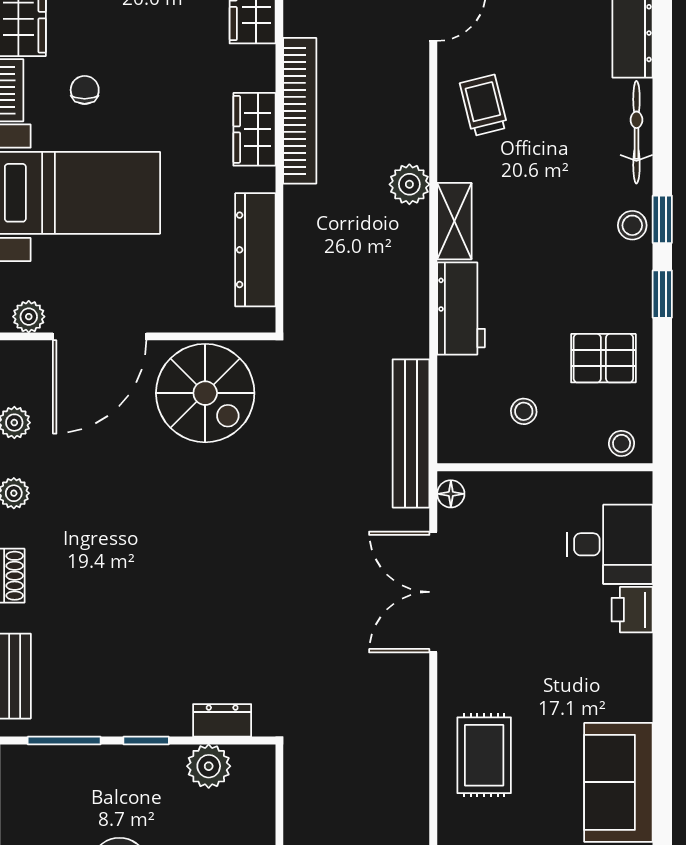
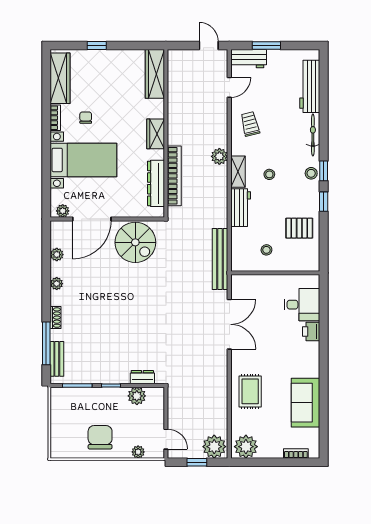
bookcase: (300, 111) -> (174, 176), moved
stool: (622, 443) -> (269, 174), moved
floor lamp: (451, 494) -> (236, 284), removed
double door: (433, 592) -> (229, 324), swing flipped

